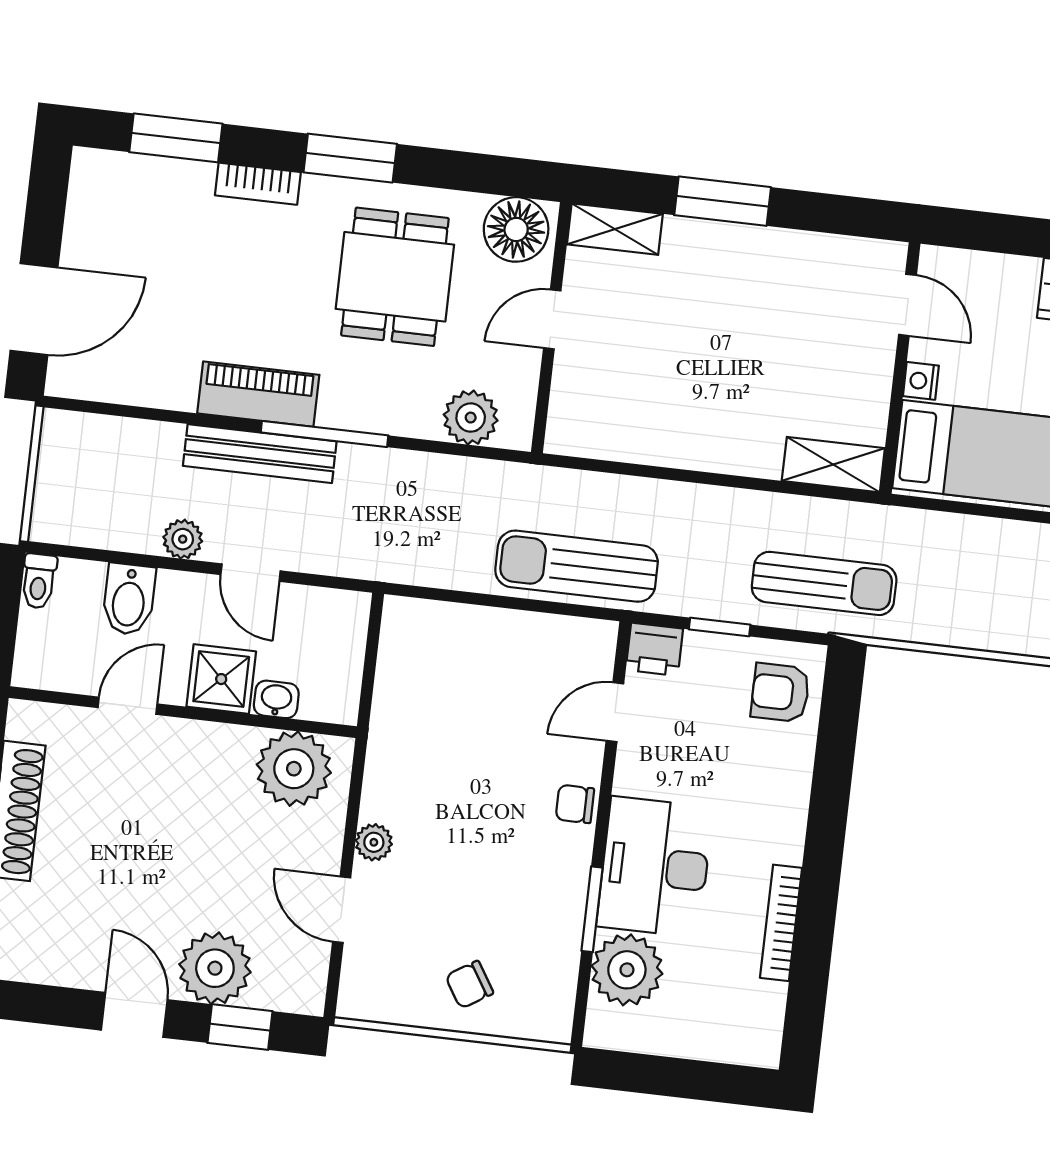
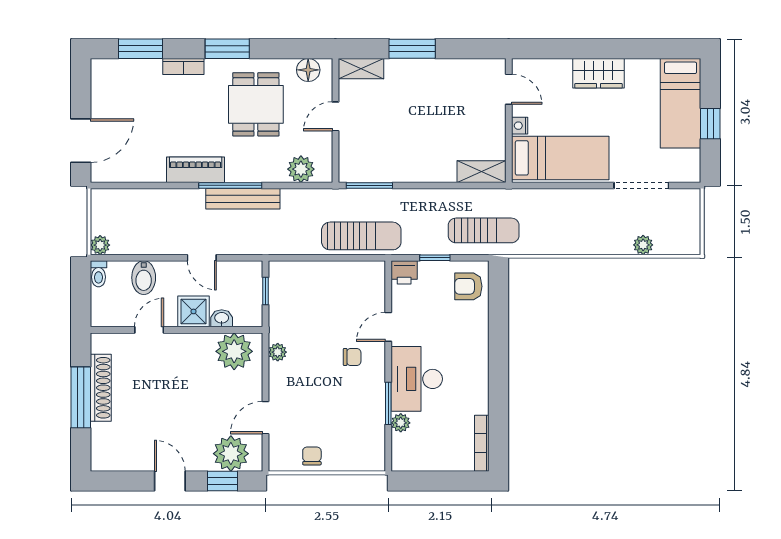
floor lamp: (516, 229) -> (308, 70), width x0.73, depth x0.73
bench: (260, 454) -> (243, 199), moved
window: (605, 466) -> (369, 185), added
plant: (183, 539) -> (100, 245), moved
sun lounger: (577, 566) -> (361, 236), turned 180
window: (371, 655) -> (266, 291), added
door: (615, 712) -> (388, 327), moved
chair: (575, 804) -> (352, 357), moved, turned 180
plant: (374, 842) -> (278, 352), moved
door: (342, 910) -> (266, 418), hinge flipped
bookcase: (781, 923) -> (482, 443), moved
plant: (215, 968) -> (231, 454), moved
plant: (627, 970) -> (401, 423), width x0.53, depth x0.53
chair: (469, 985) -> (312, 456), moved, turned 122

